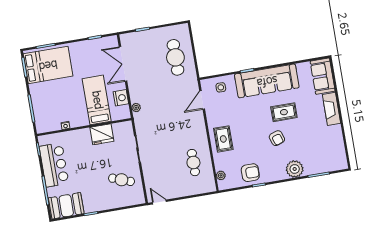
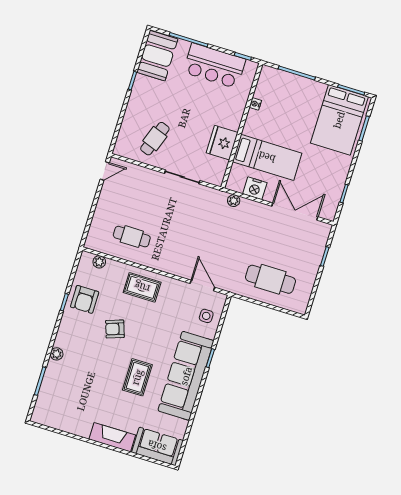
armchair: (277, 138) -> (115, 329), moved
plant: (295, 169) -> (57, 354), width x0.53, depth x0.53

